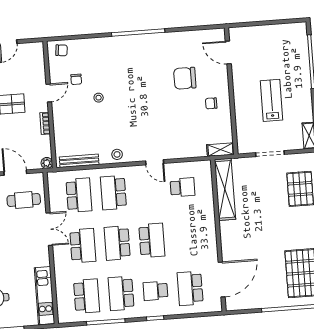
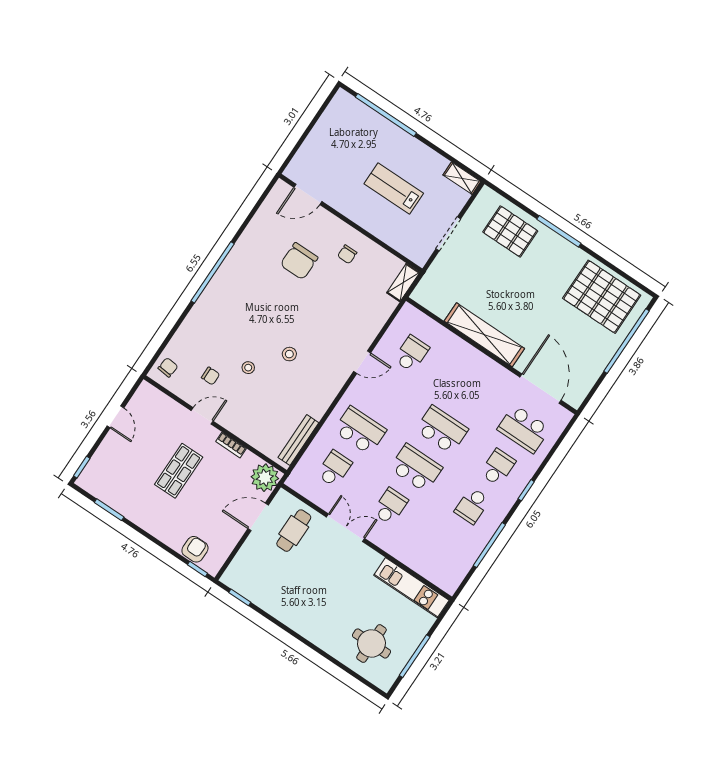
door: (49, 93) -> (202, 416), hinge flipped
stool: (117, 154) -> (289, 354), moved
plant: (47, 163) -> (265, 478), width x1.87, depth x1.87
shelving: (225, 189) -> (484, 335), moved
school desk: (113, 193) -> (360, 430), turned 180
school desk: (79, 195) -> (334, 469), width x0.54
school desk: (117, 243) -> (416, 468), turned 180
school desk: (83, 246) -> (390, 506), width x0.54
school desk: (156, 291) -> (498, 467), turned 180
school desk: (121, 293) -> (472, 506), width x0.54
school desk: (87, 296) -> (446, 544), removed

